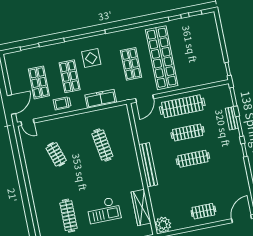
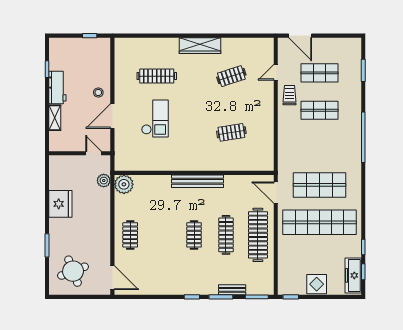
display table: (91, 58) -> (317, 284), moved
shop shelf: (131, 64) -> (319, 185), width x1.43, depth x1.36
freezer: (101, 99) -> (353, 275), moved, turned 180
door: (27, 122) -> (276, 72), moved
clothes rail: (102, 145) -> (231, 132), width x0.73
clothes rail: (193, 159) -> (194, 235), width x0.73
wardrobe: (141, 208) -> (200, 46), moved, turned 180
checkout: (104, 210) -> (155, 119), turned 180

